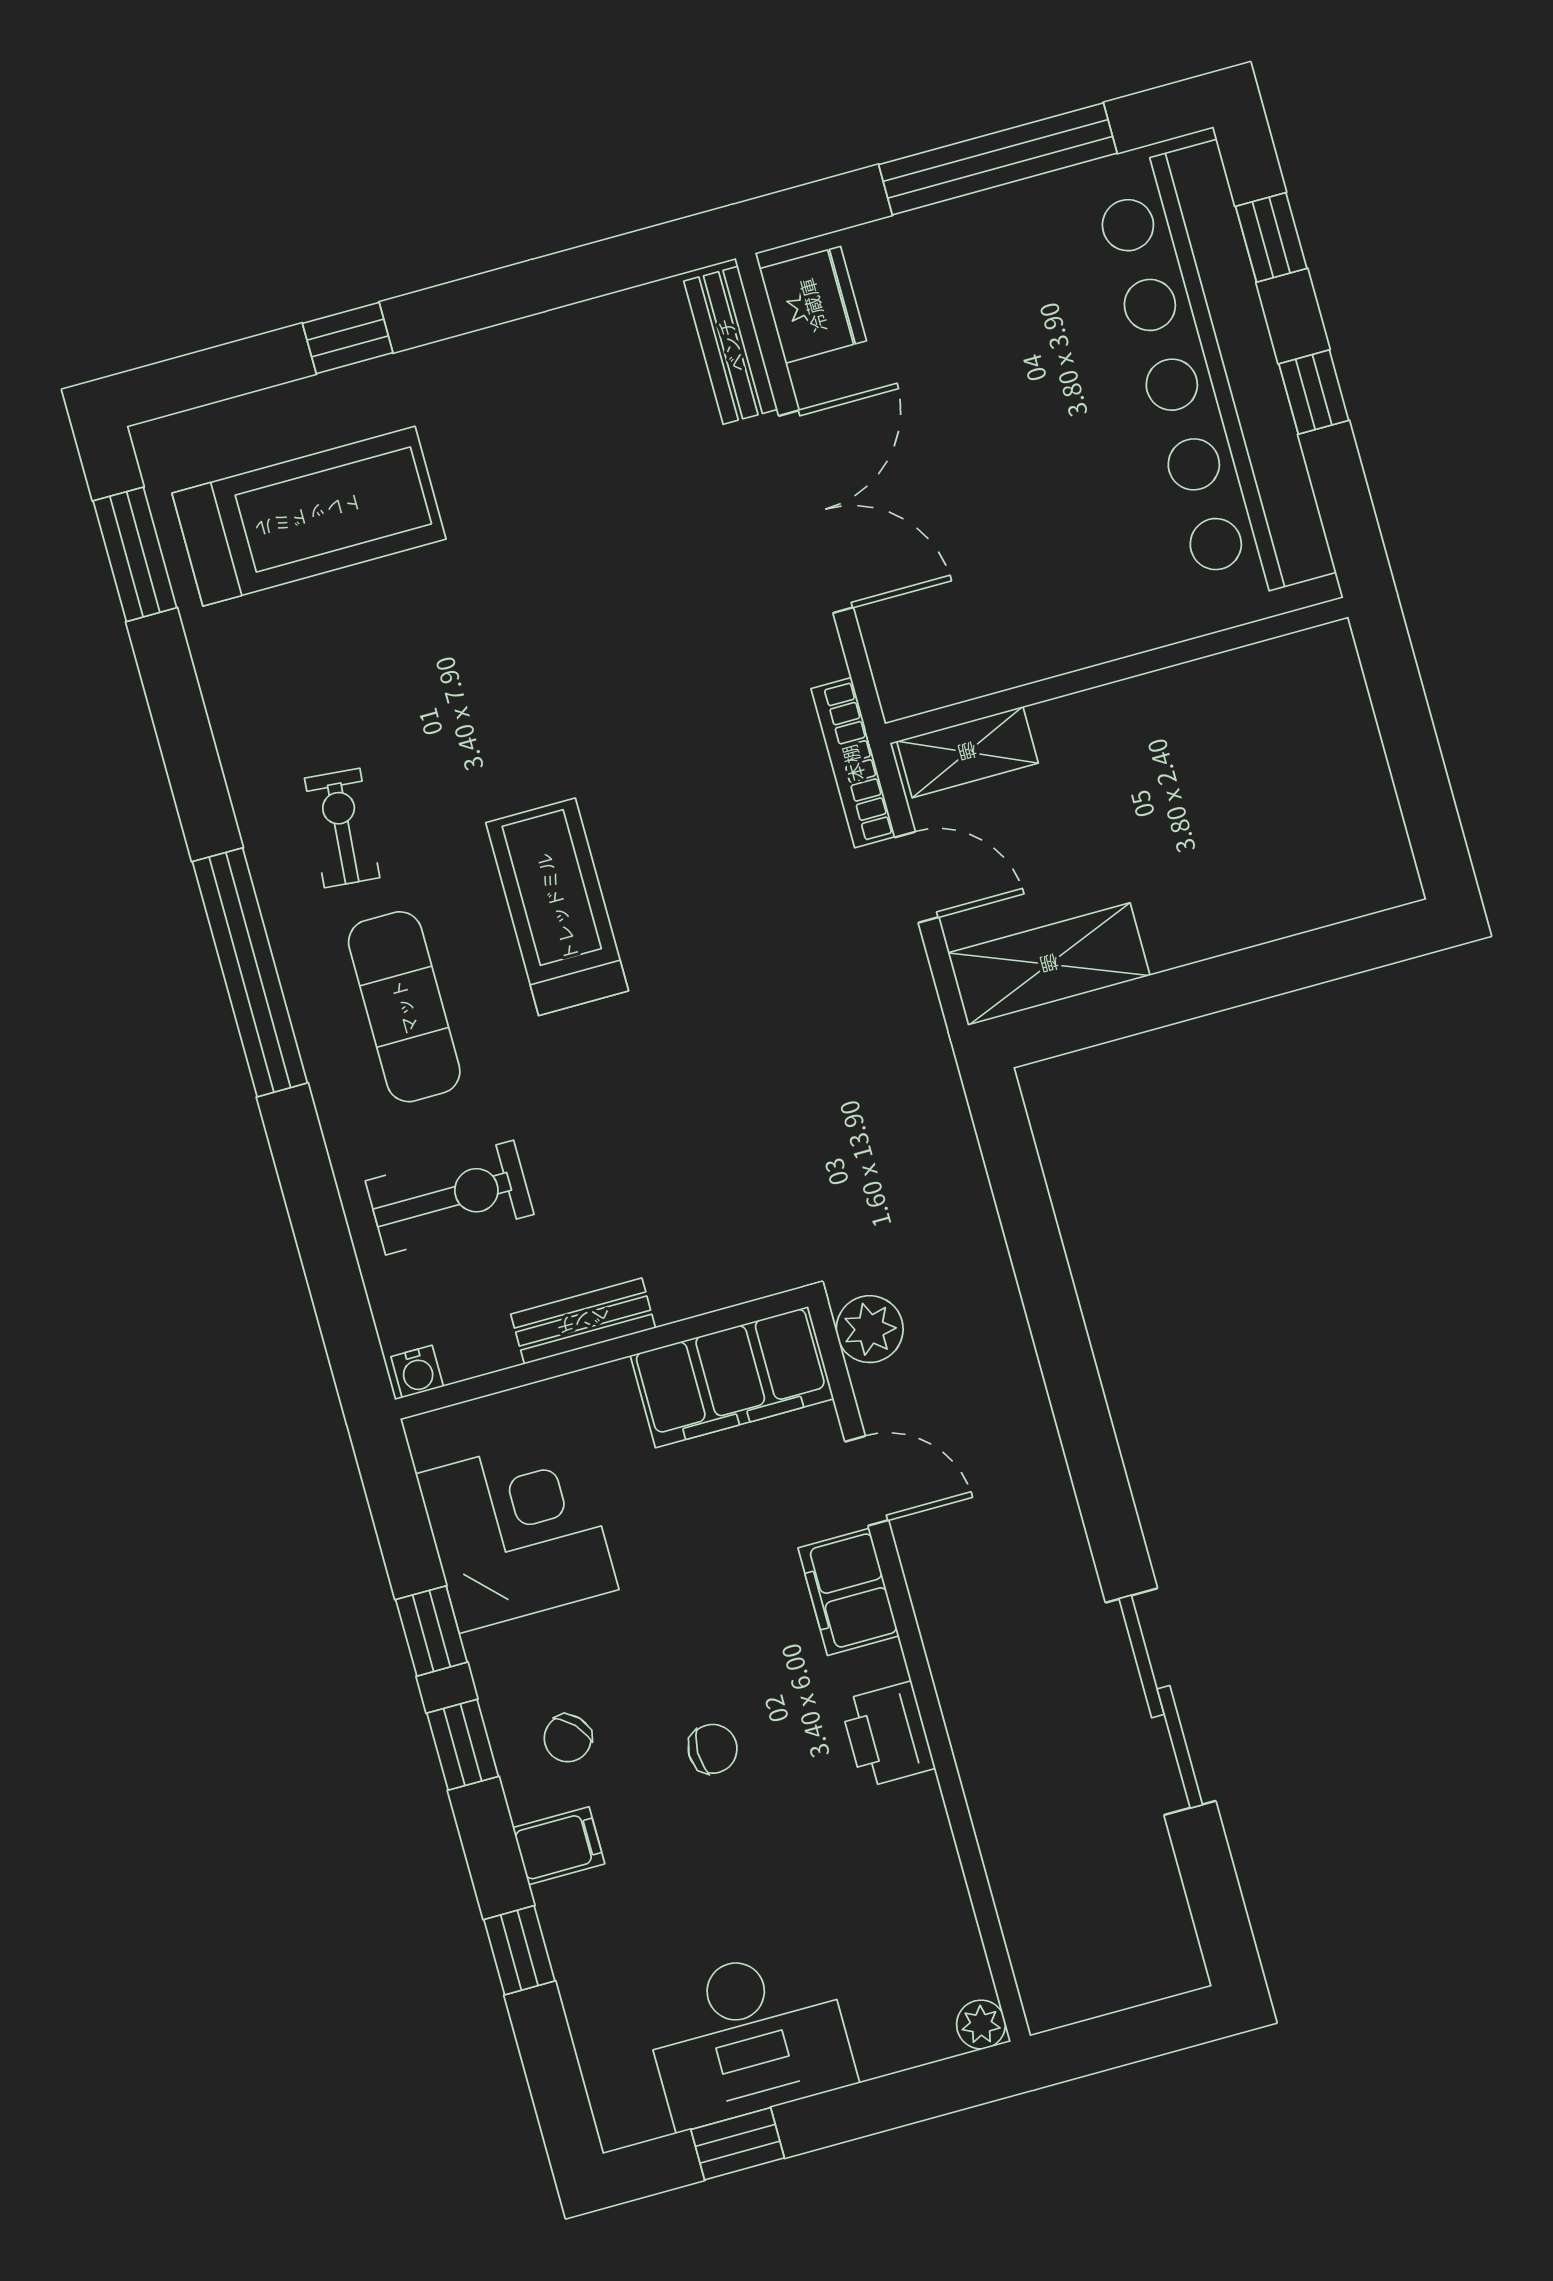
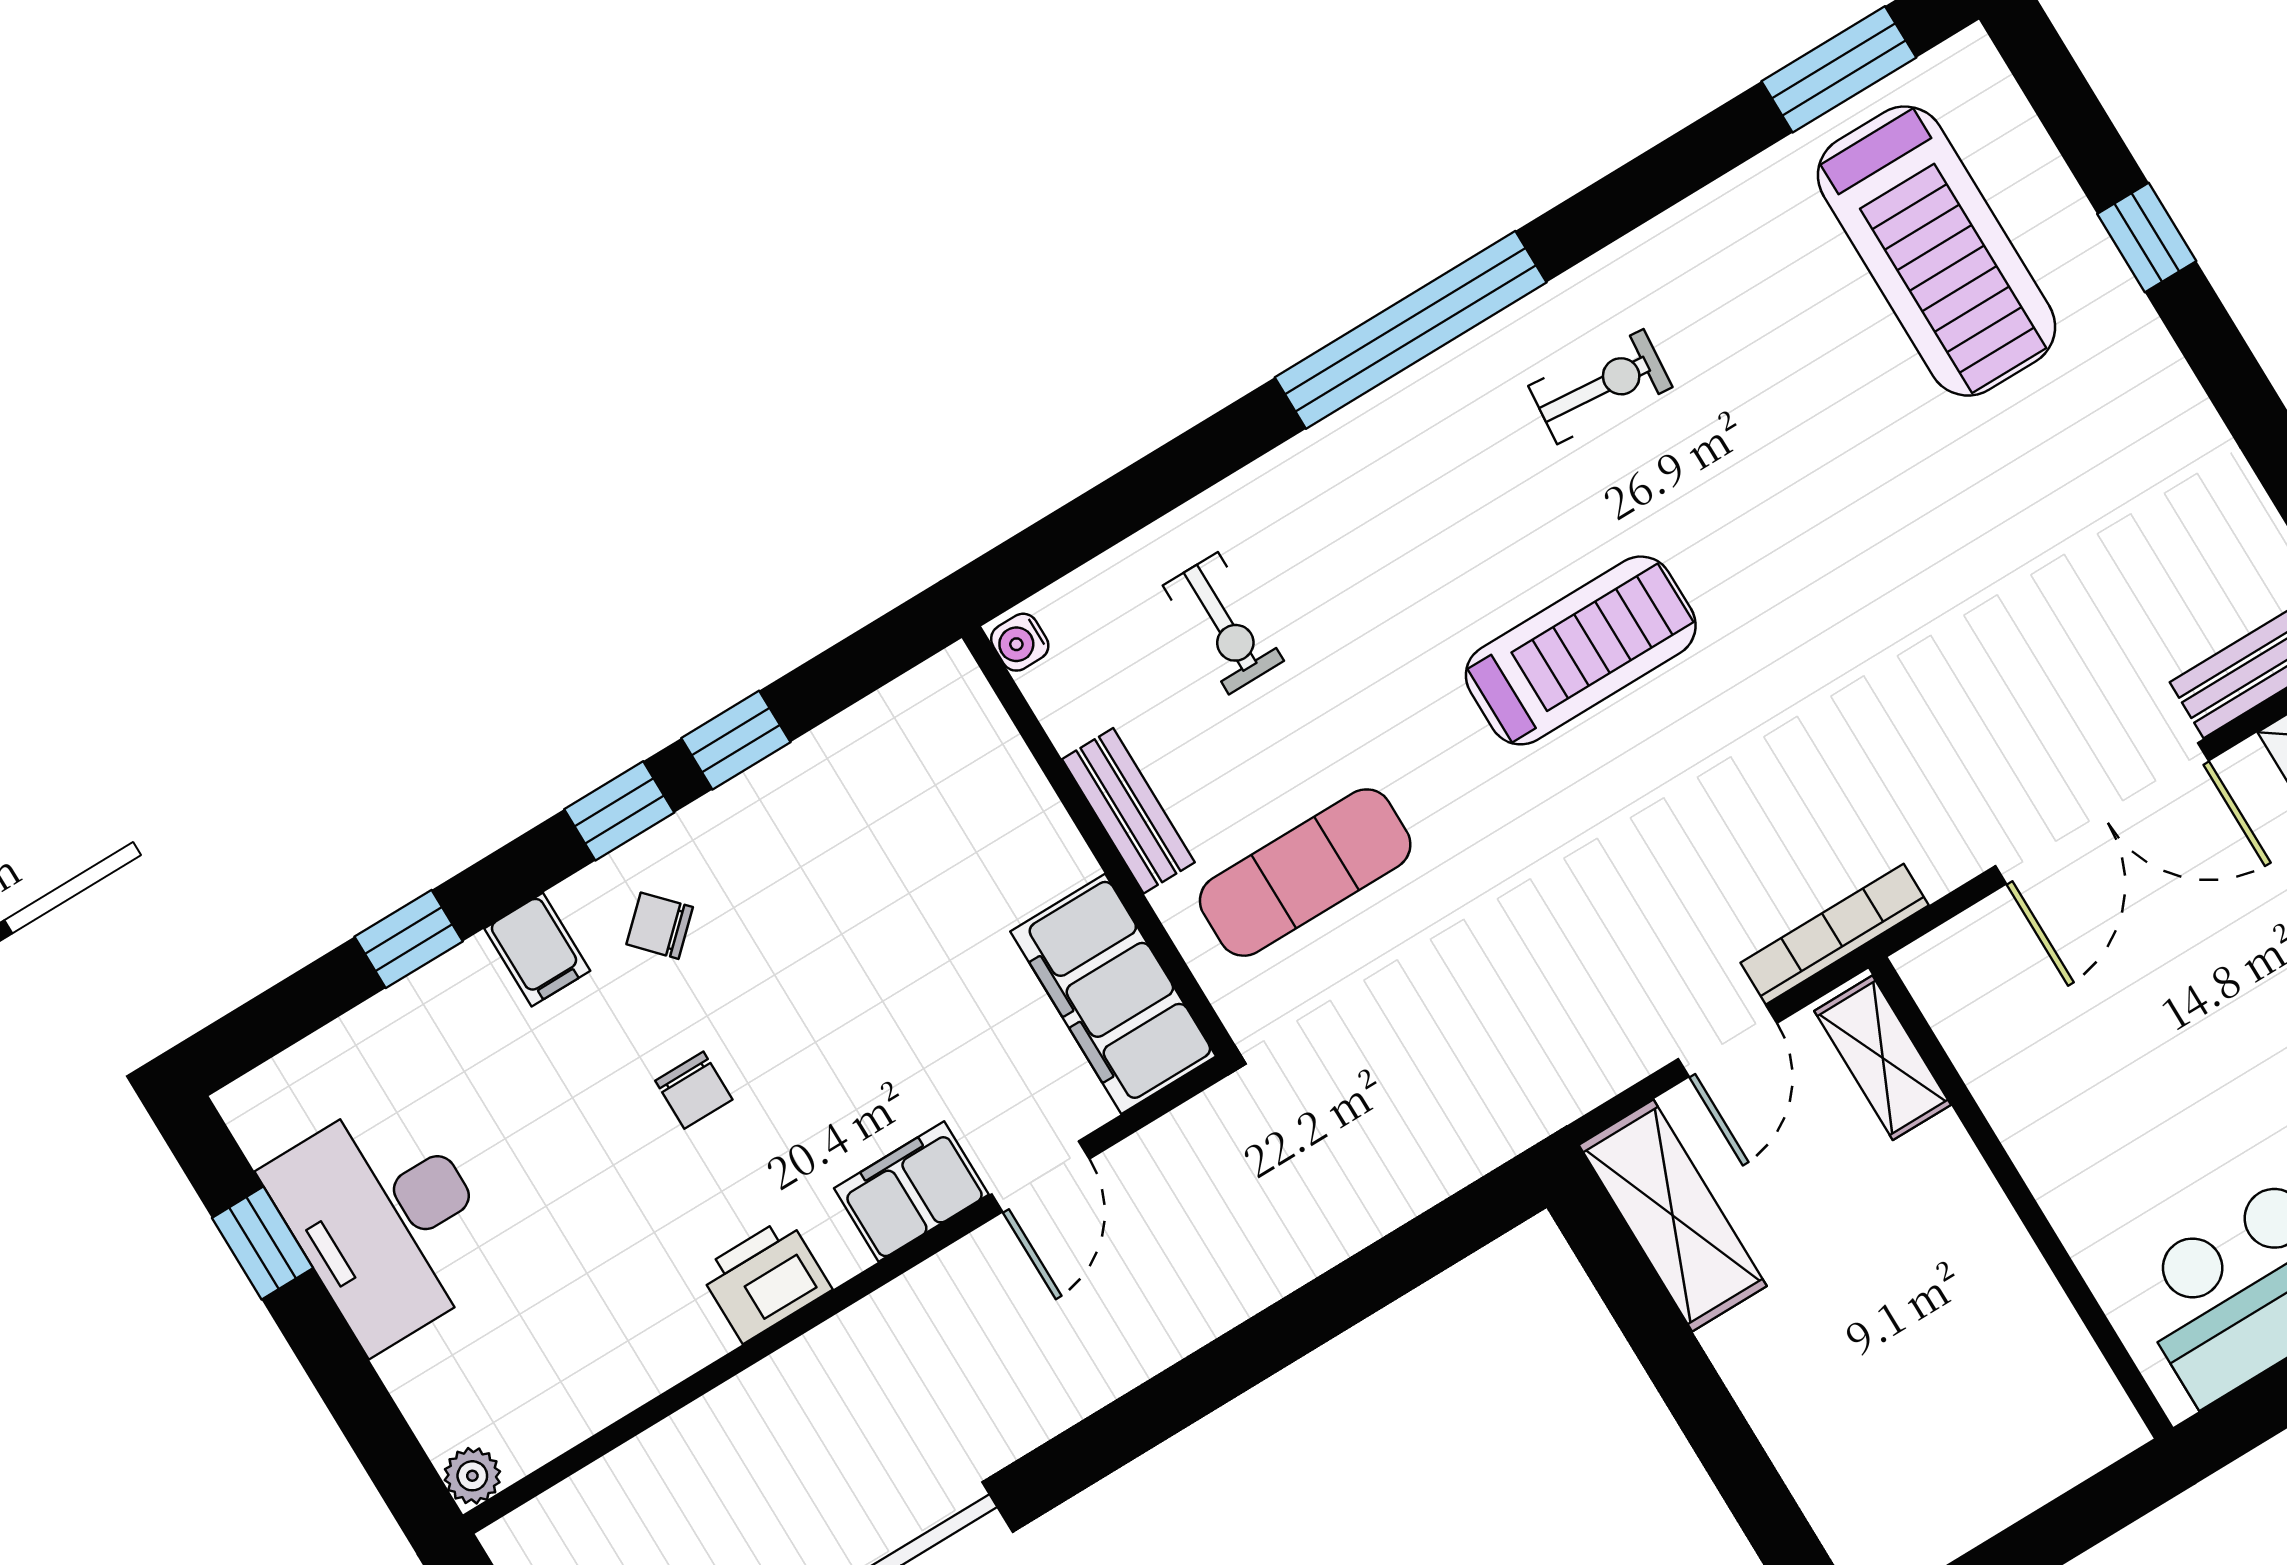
exercise mat: (404, 1007) -> (1305, 873), moved
exercise bike: (450, 1198) -> (1223, 623), width x0.73, depth x0.72
plant: (870, 1329) -> (1210, 1132), removed
corner desk: (517, 1532) -> (873, 804), removed

